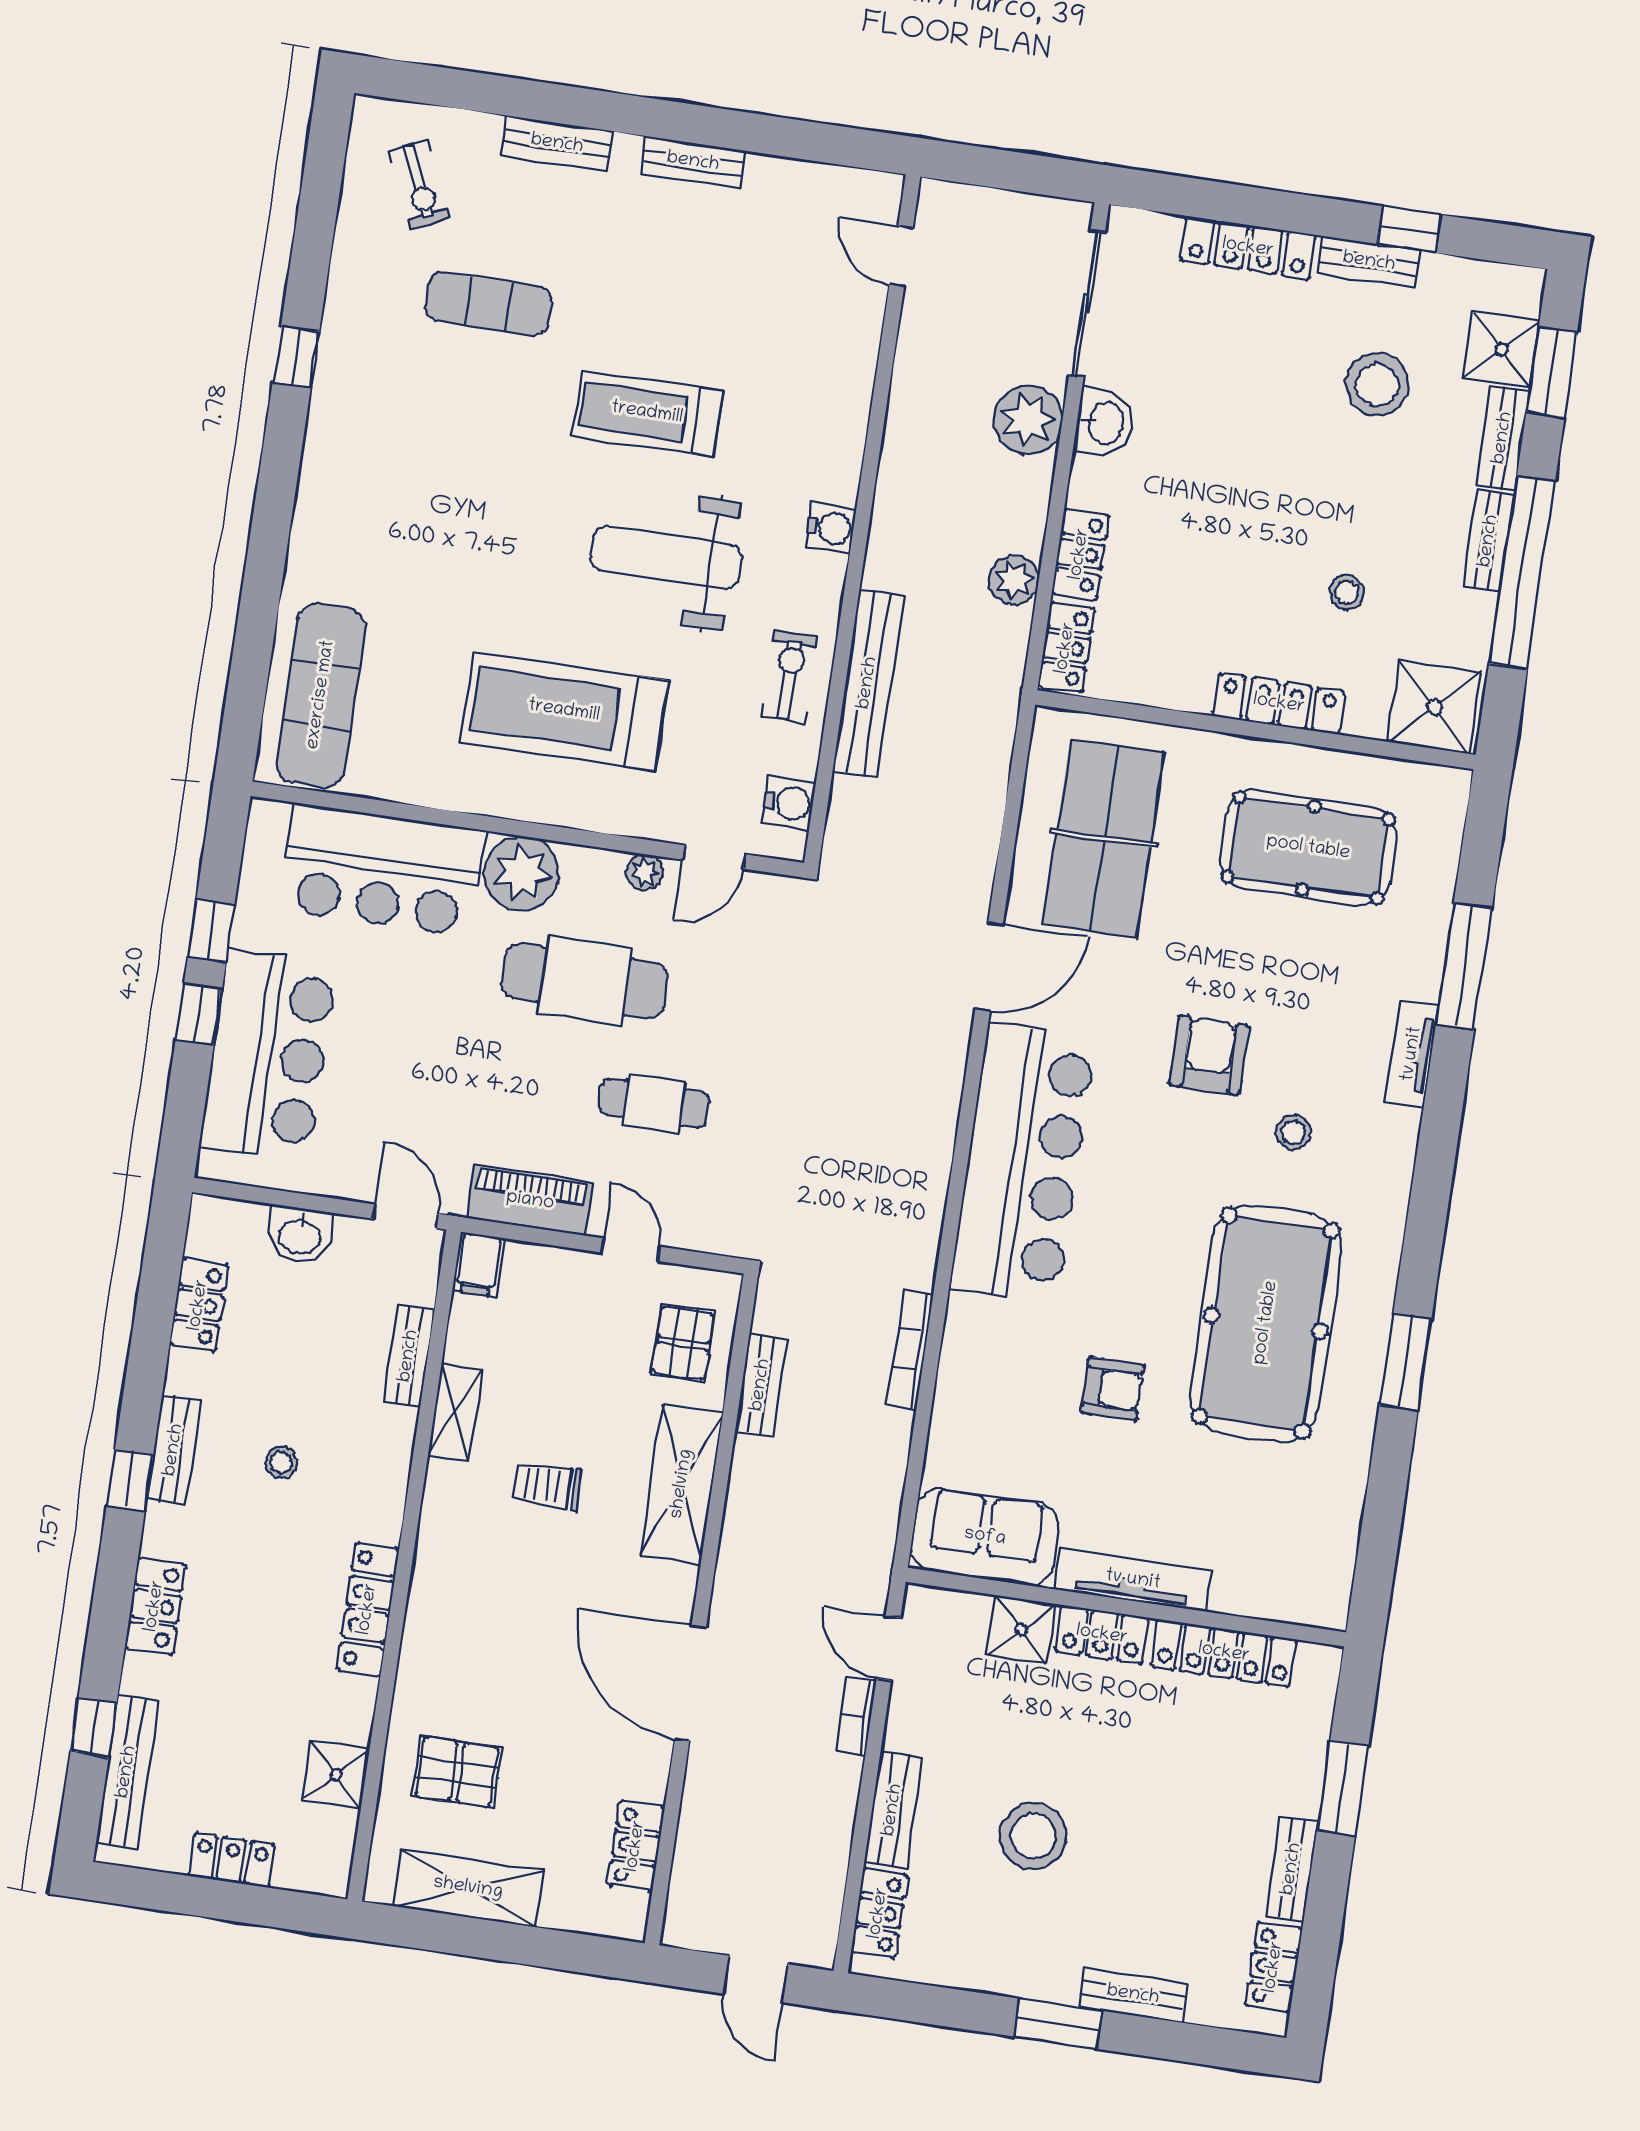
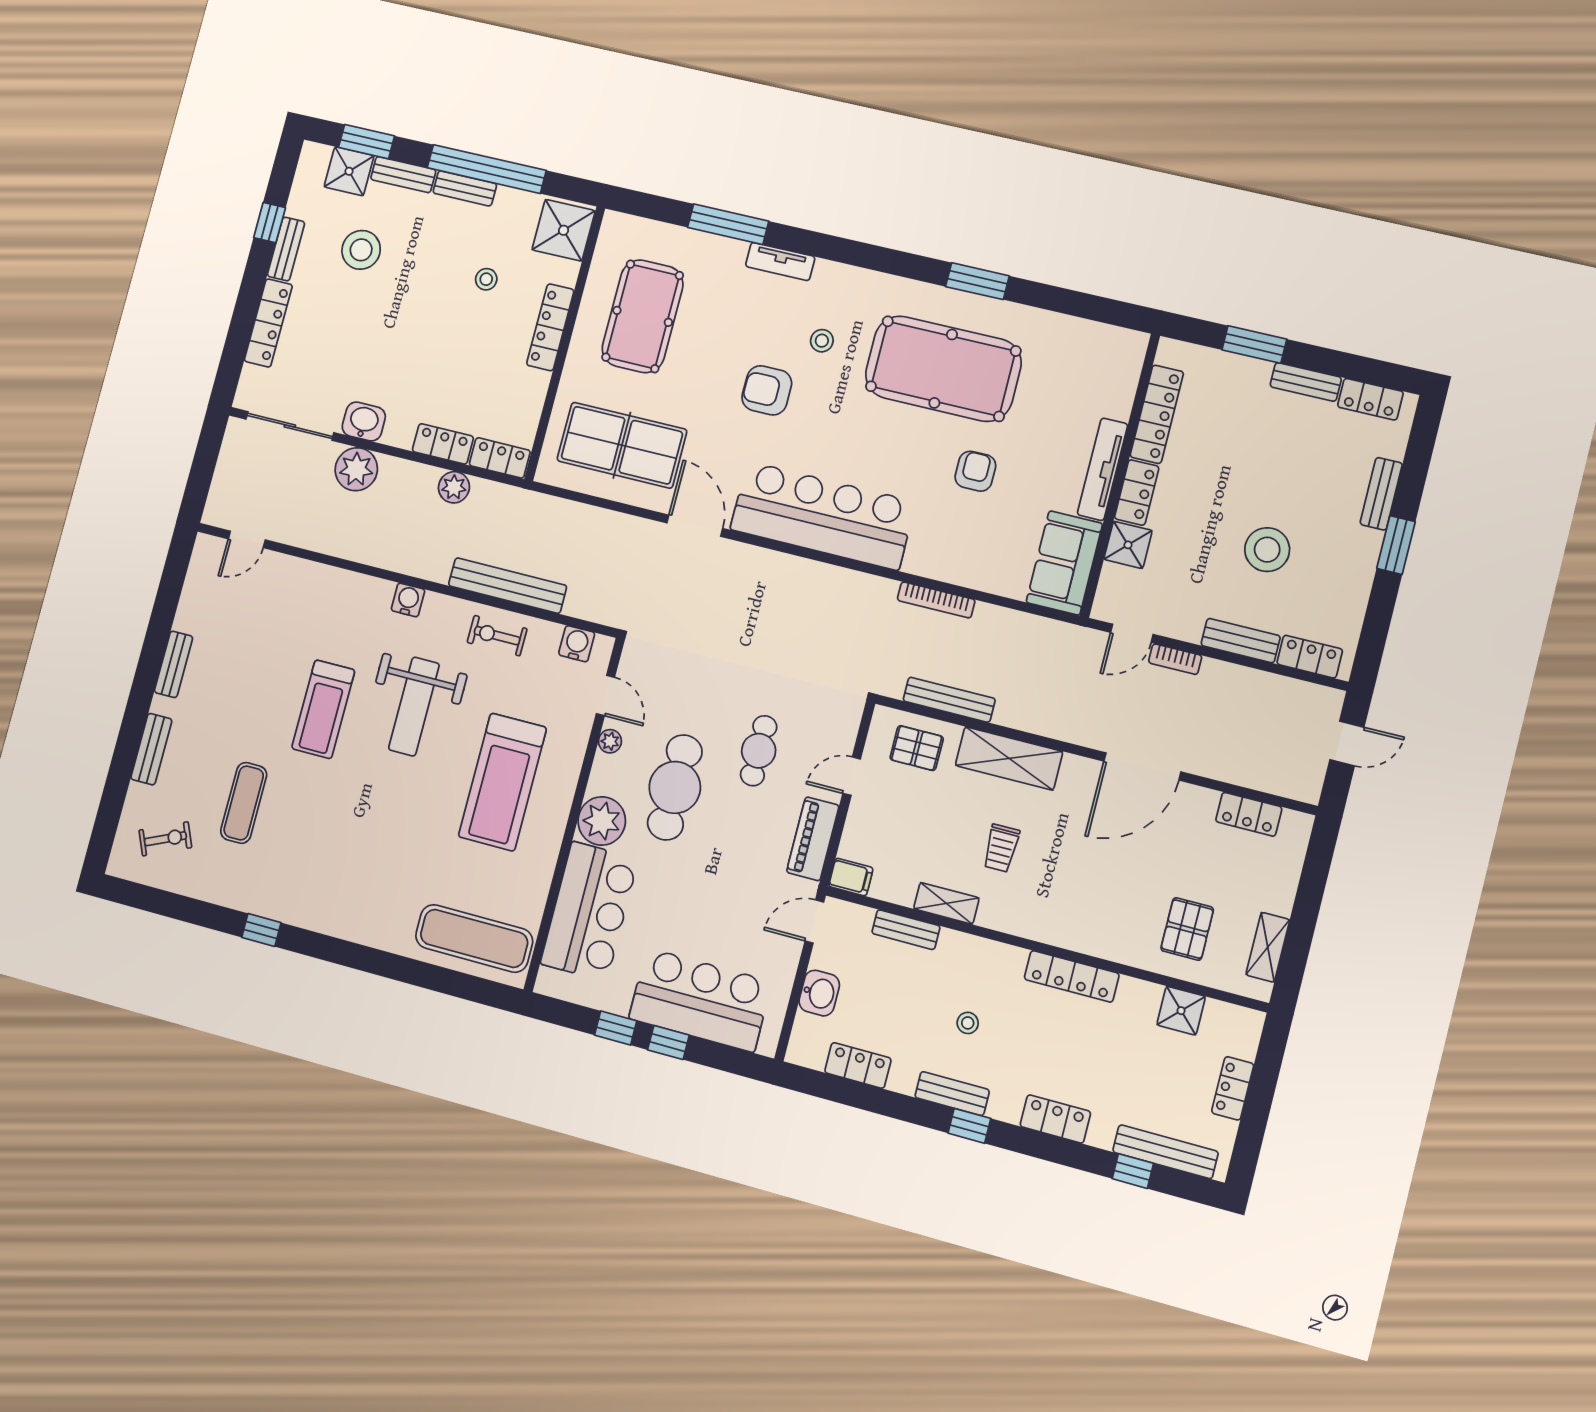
bench: (761, 1385) -> (949, 700), width x1.36
shelving: (468, 1888) -> (1268, 947), width x0.67, depth x0.75

